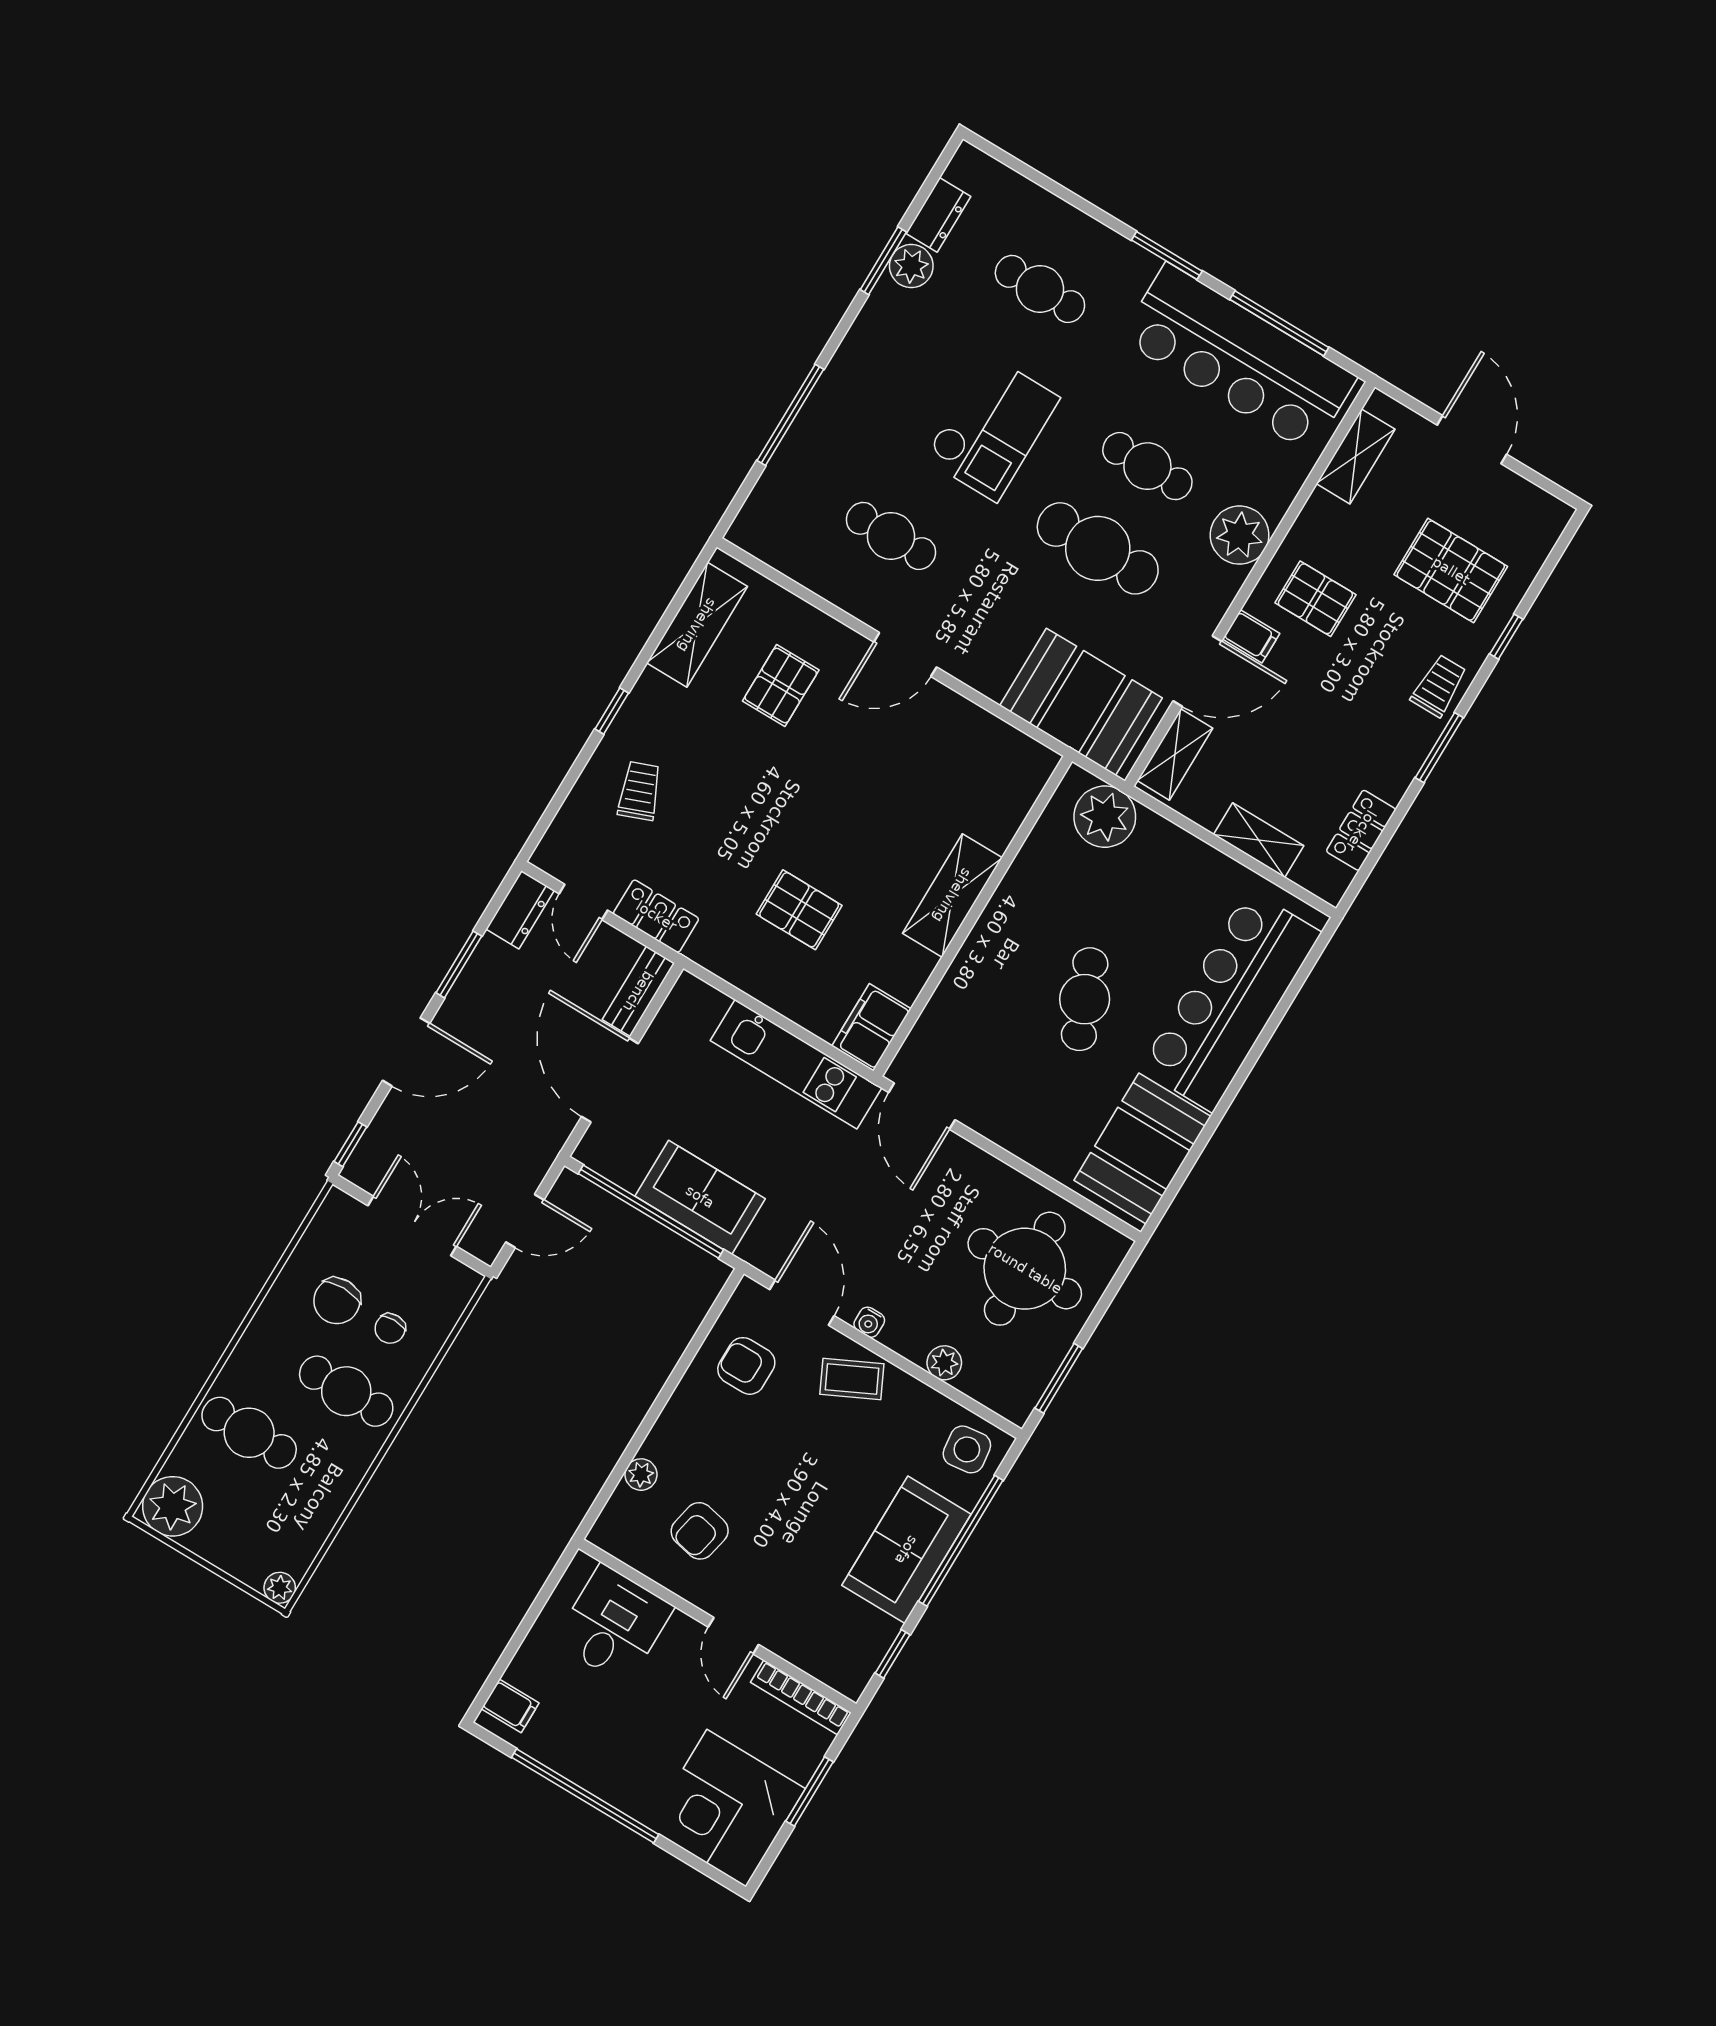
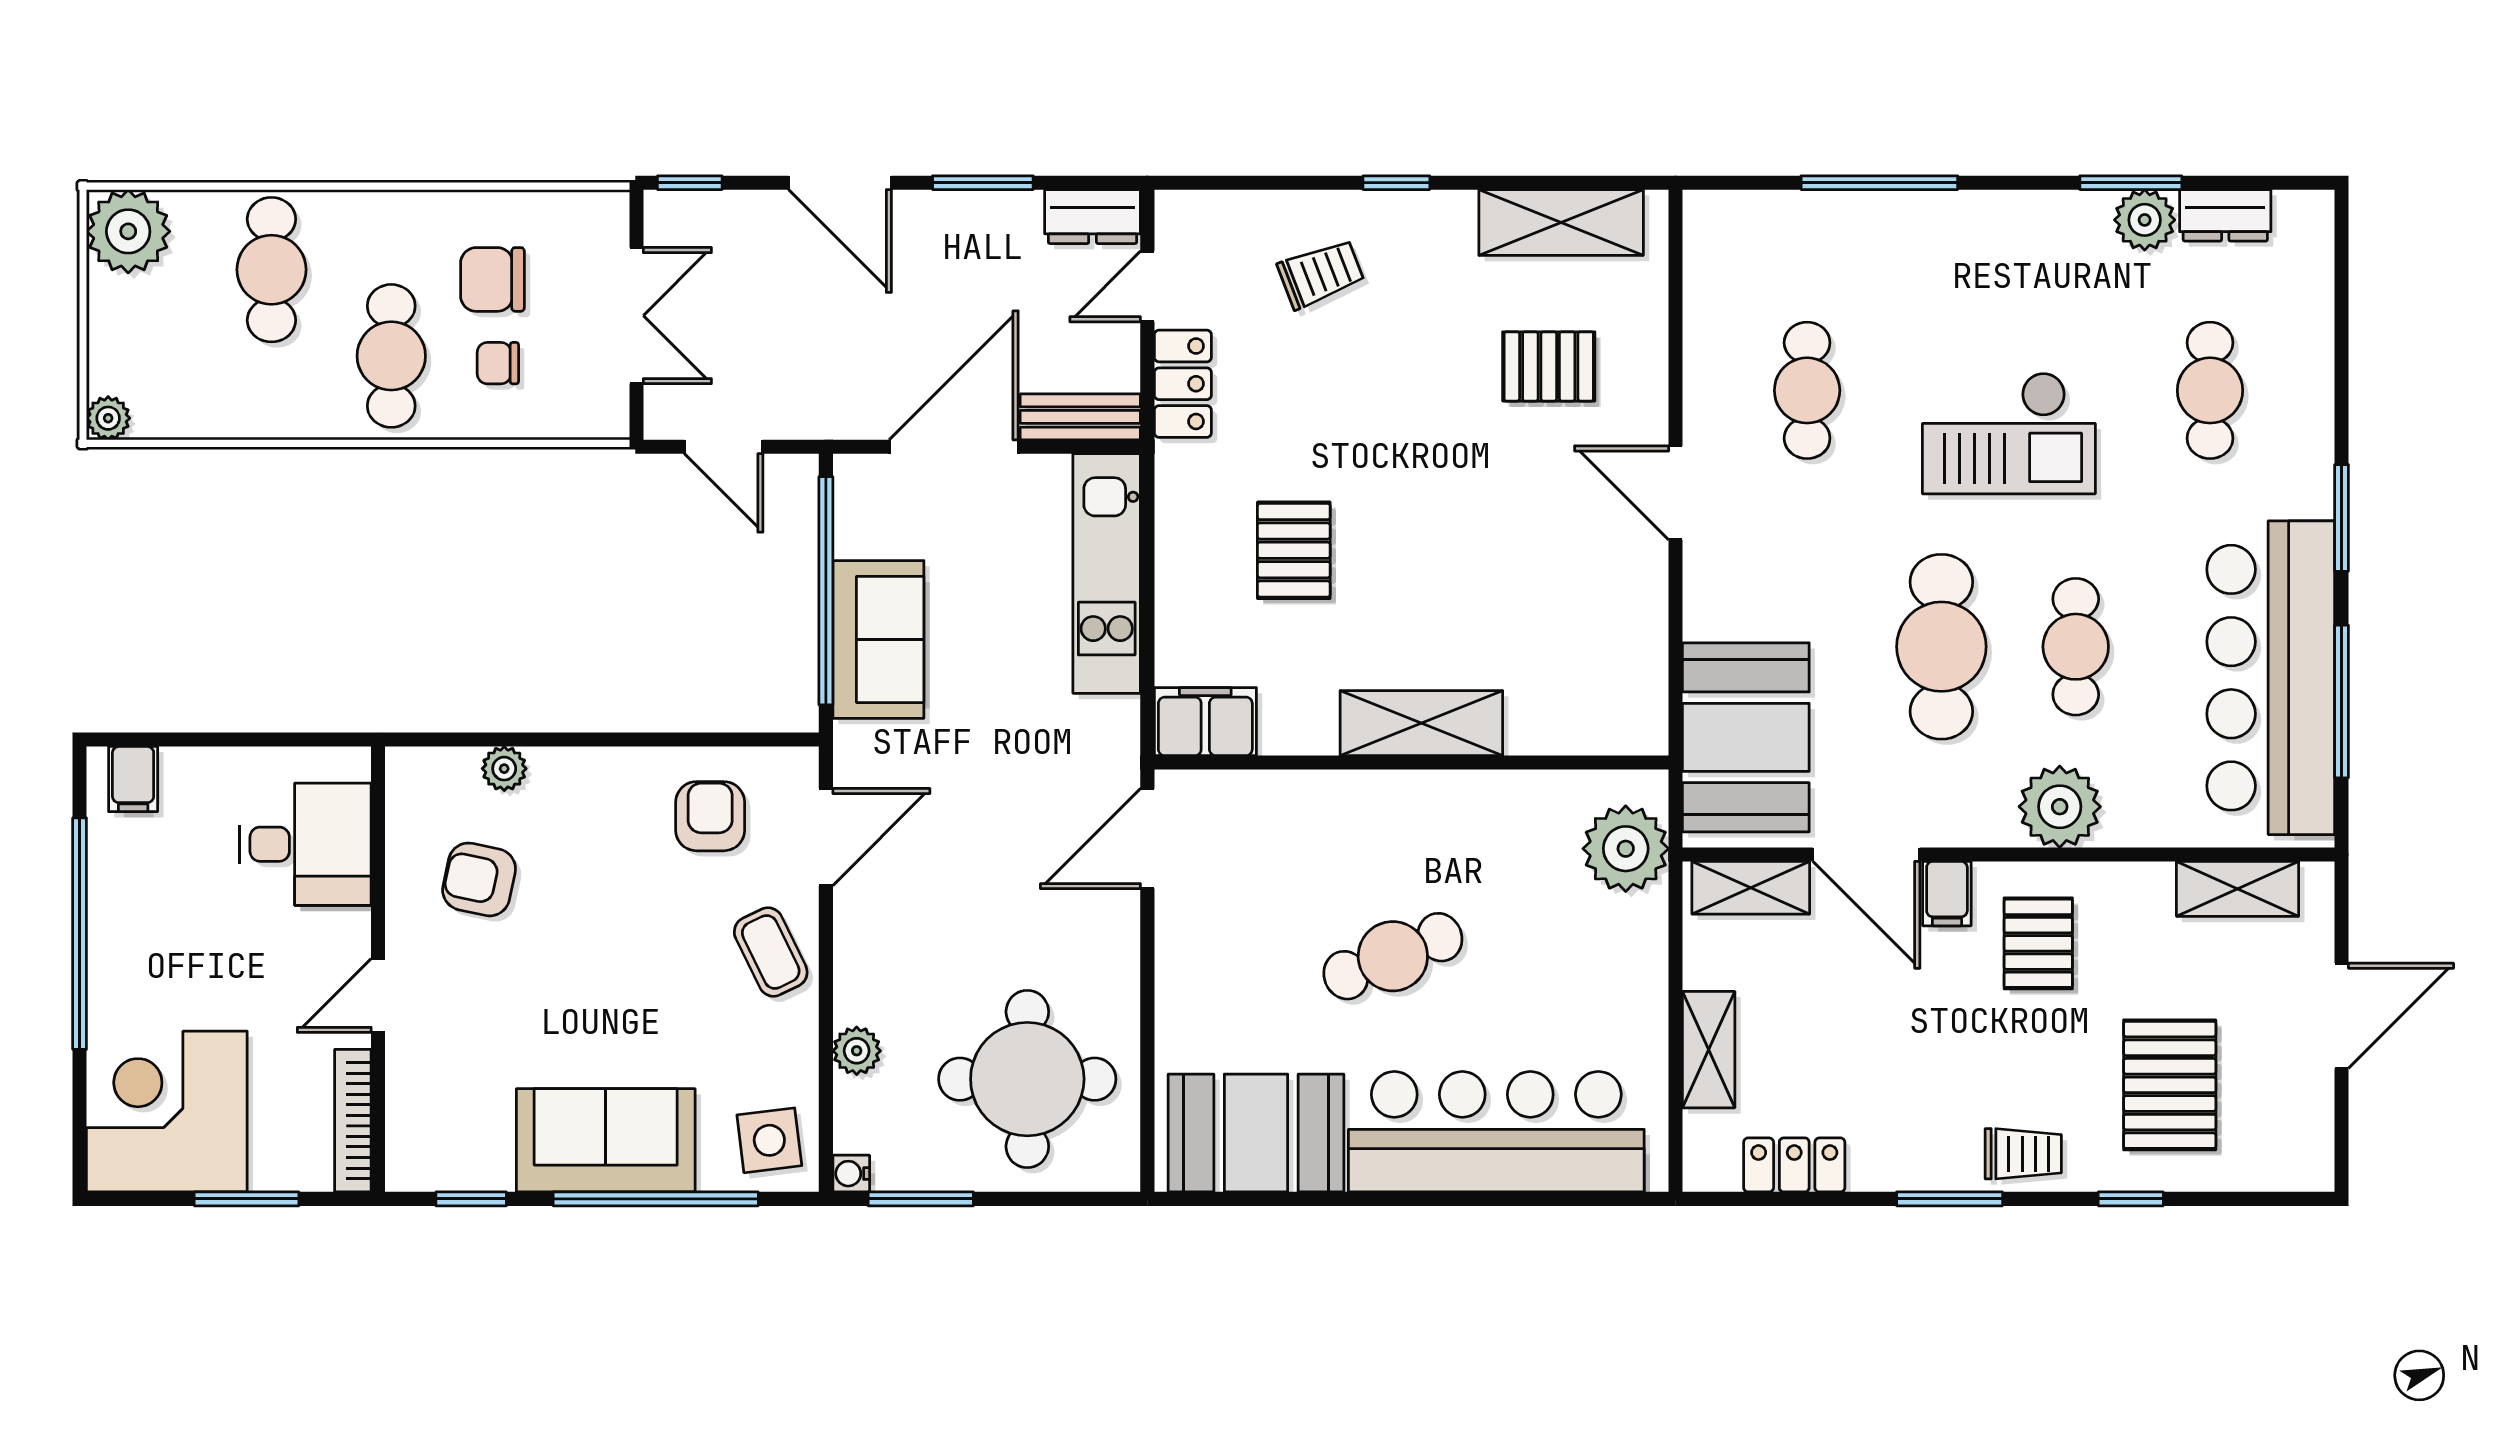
kitchen unit: (796, 1064) -> (1107, 573), moved
water cooler: (869, 1322) -> (851, 1174), moved

